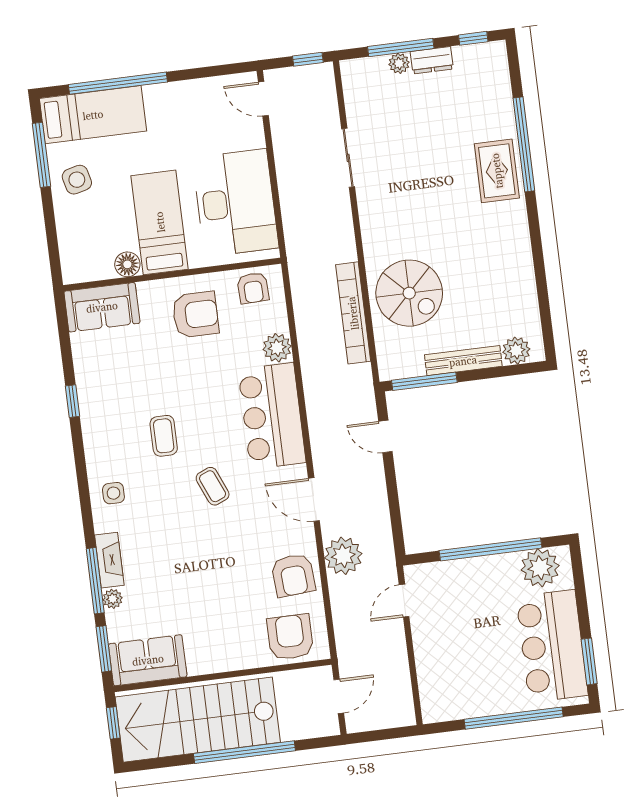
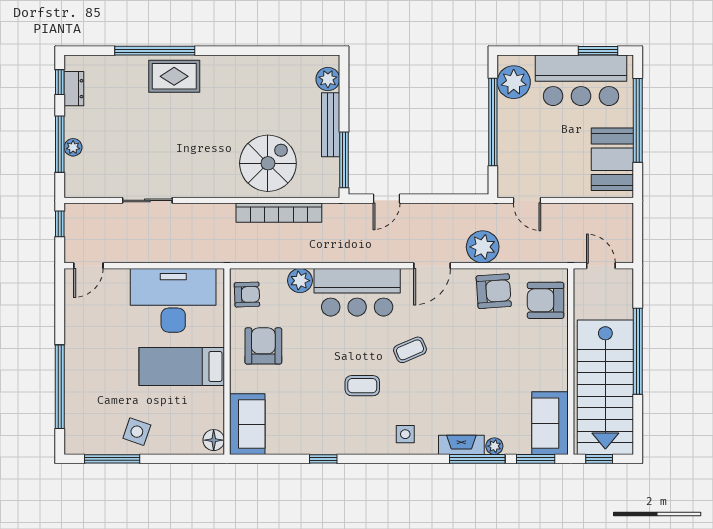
dresser: (432, 60) -> (74, 89), moved
bed: (93, 115) -> (84, 411), removed
side table: (77, 180) -> (137, 432), turned 33
floor lamp: (127, 264) -> (214, 440), moved
booth: (465, 694) -> (612, 159), added

